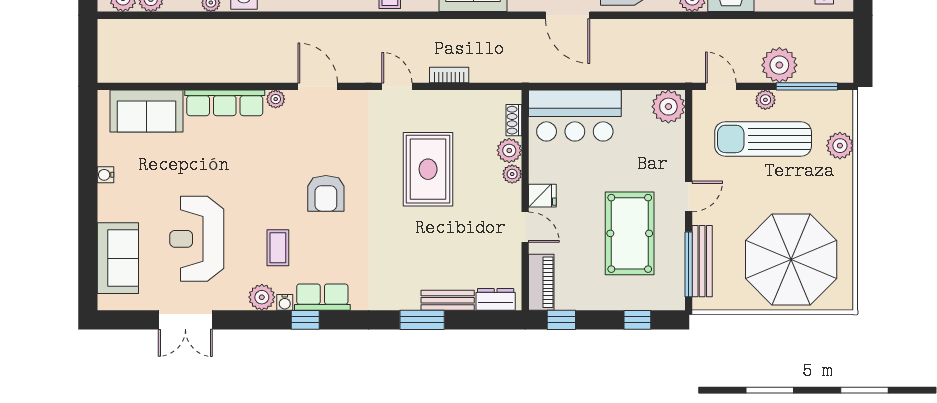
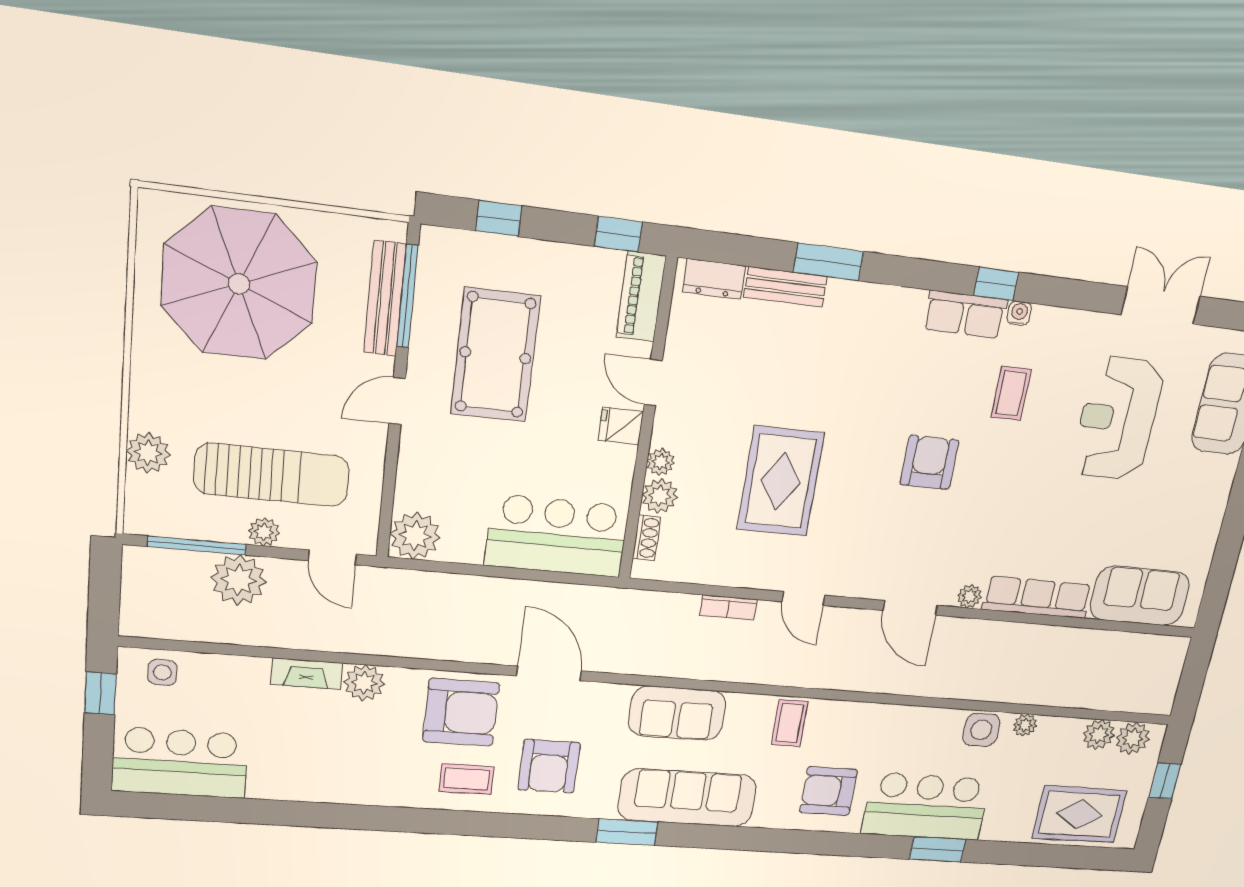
water cooler: (105, 175) -> (1213, 518), removed
reception desk: (197, 239) -> (1117, 419), turned 180
plant: (262, 297) -> (1049, 325), removed

